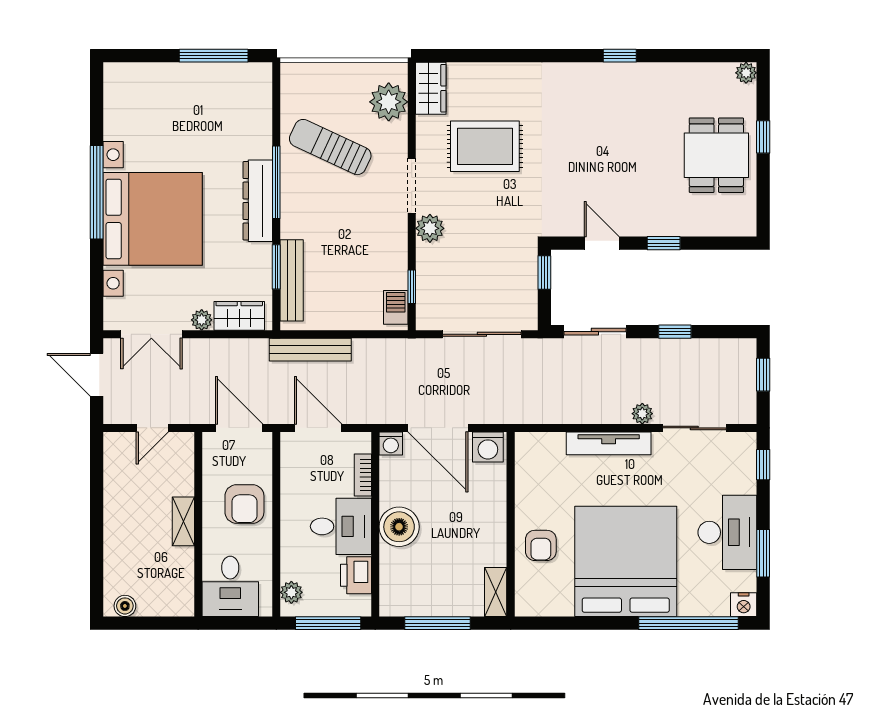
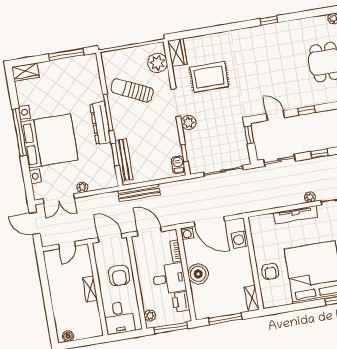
wardrobe: (239, 316) -> (25, 72), moved, turned 180
washing machine: (488, 447) -> (240, 240), moved, turned 90

